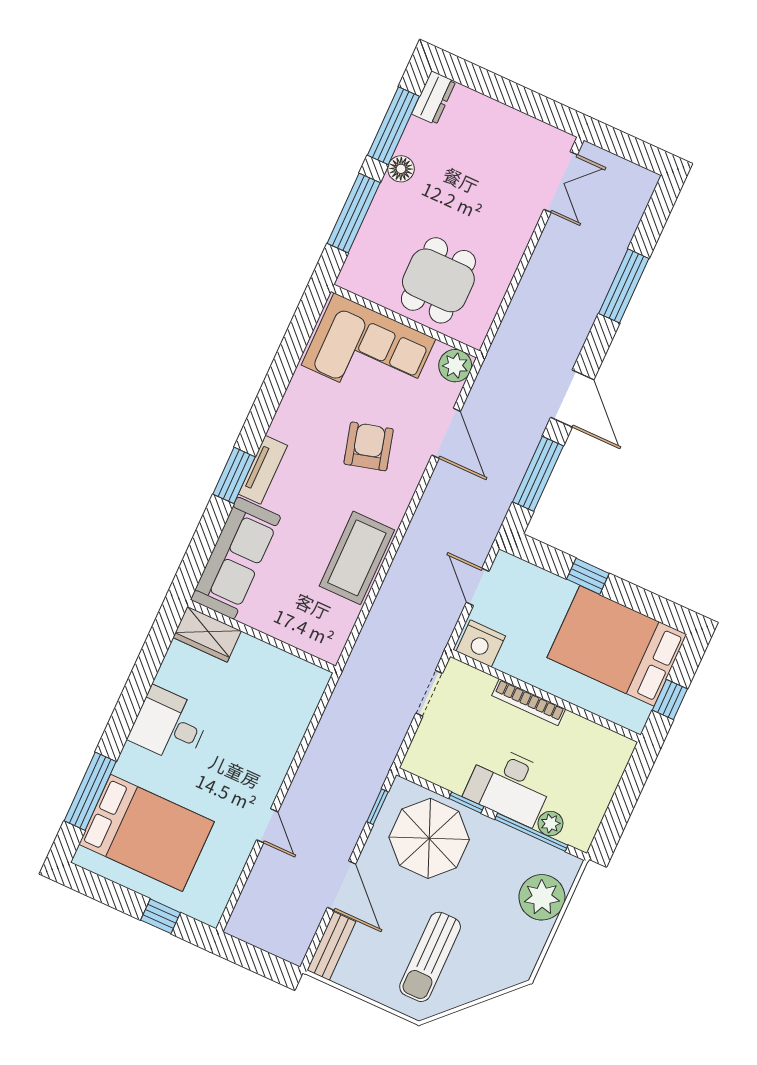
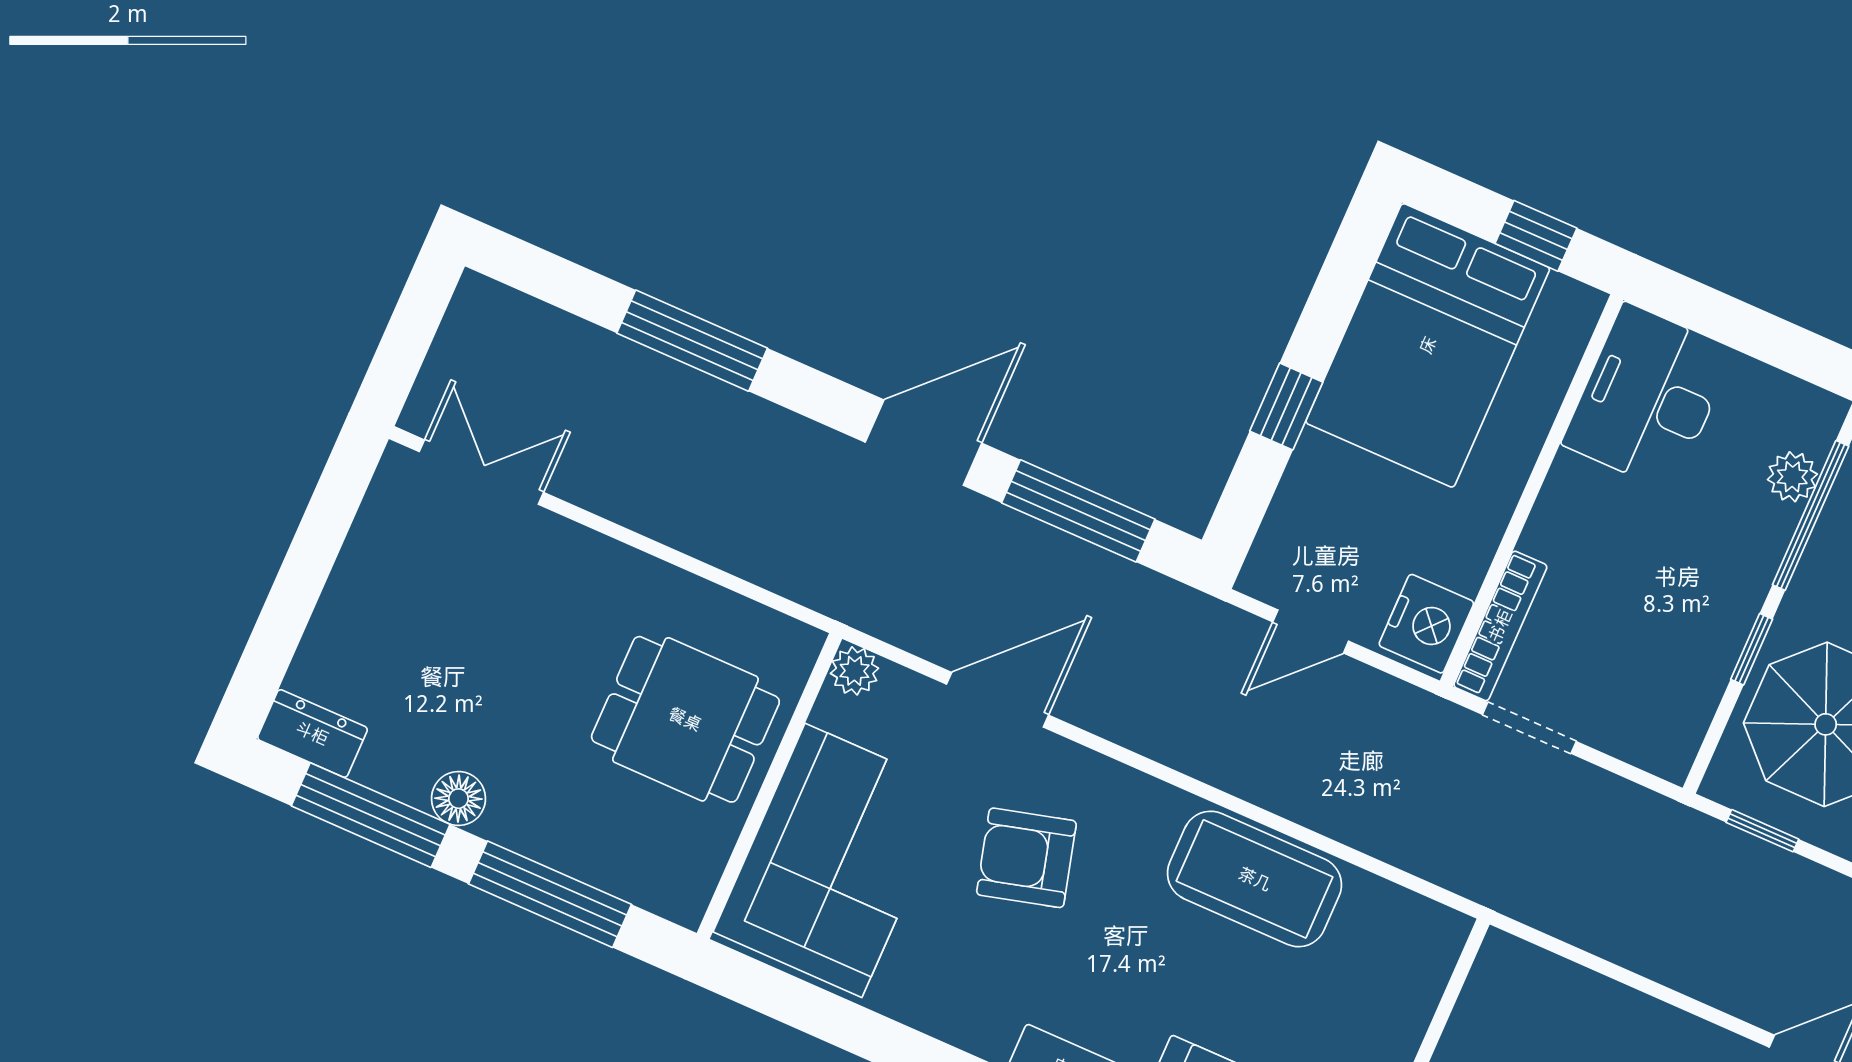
plant: (455, 366) -> (855, 671), width x0.73, depth x0.73
bookcase: (529, 702) -> (1500, 626), moved
desk: (510, 785) -> (1648, 397), moved, turned 180

